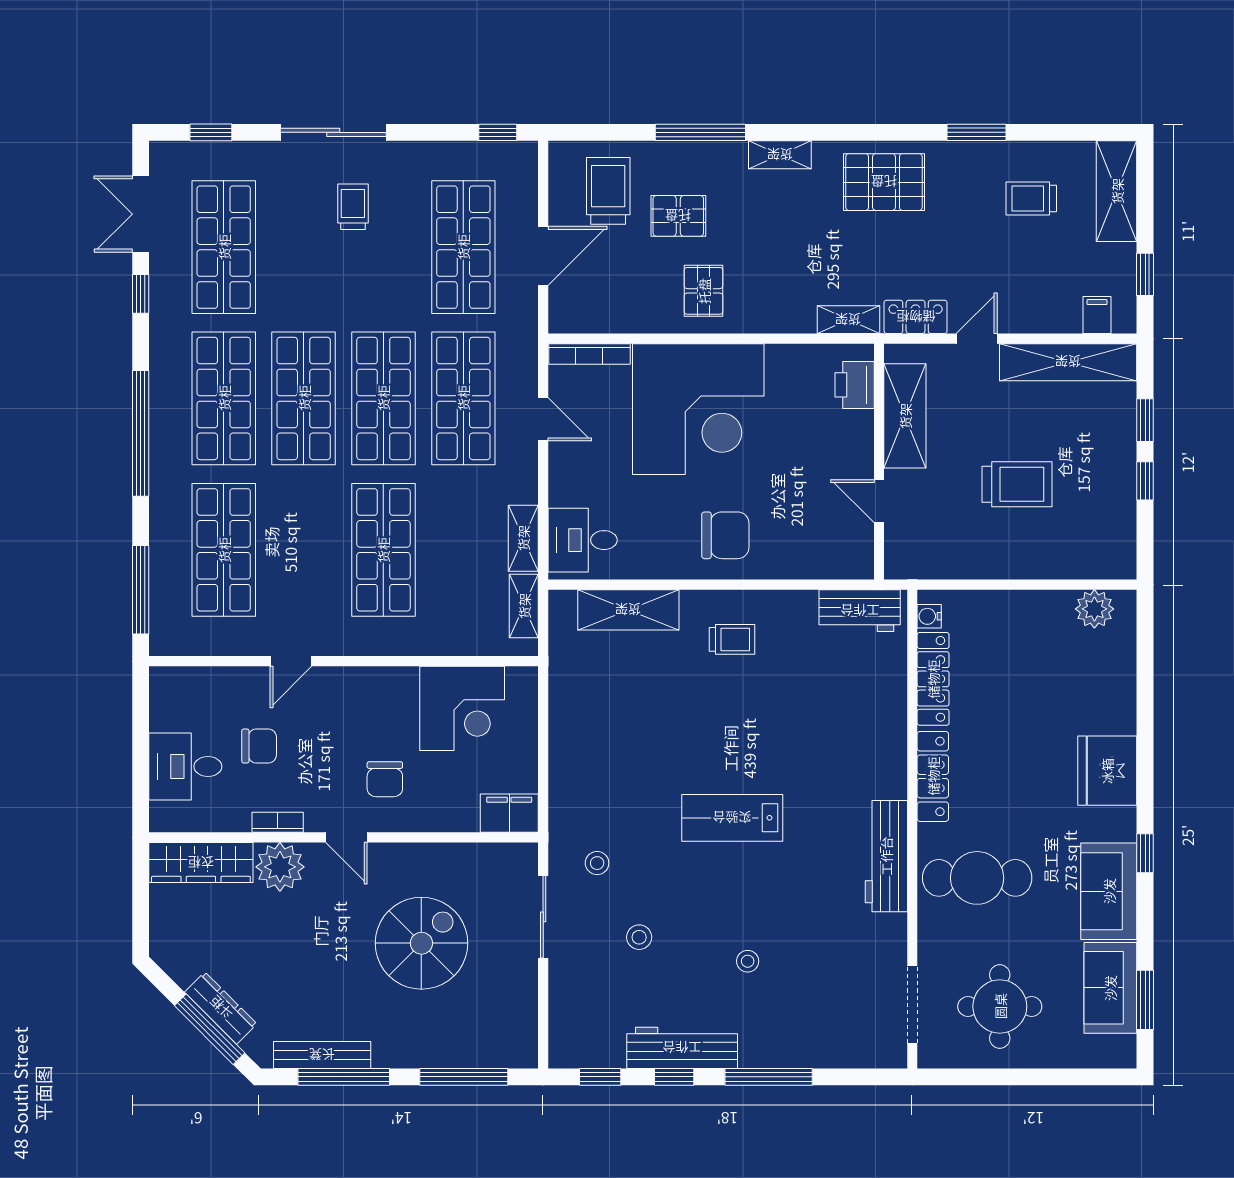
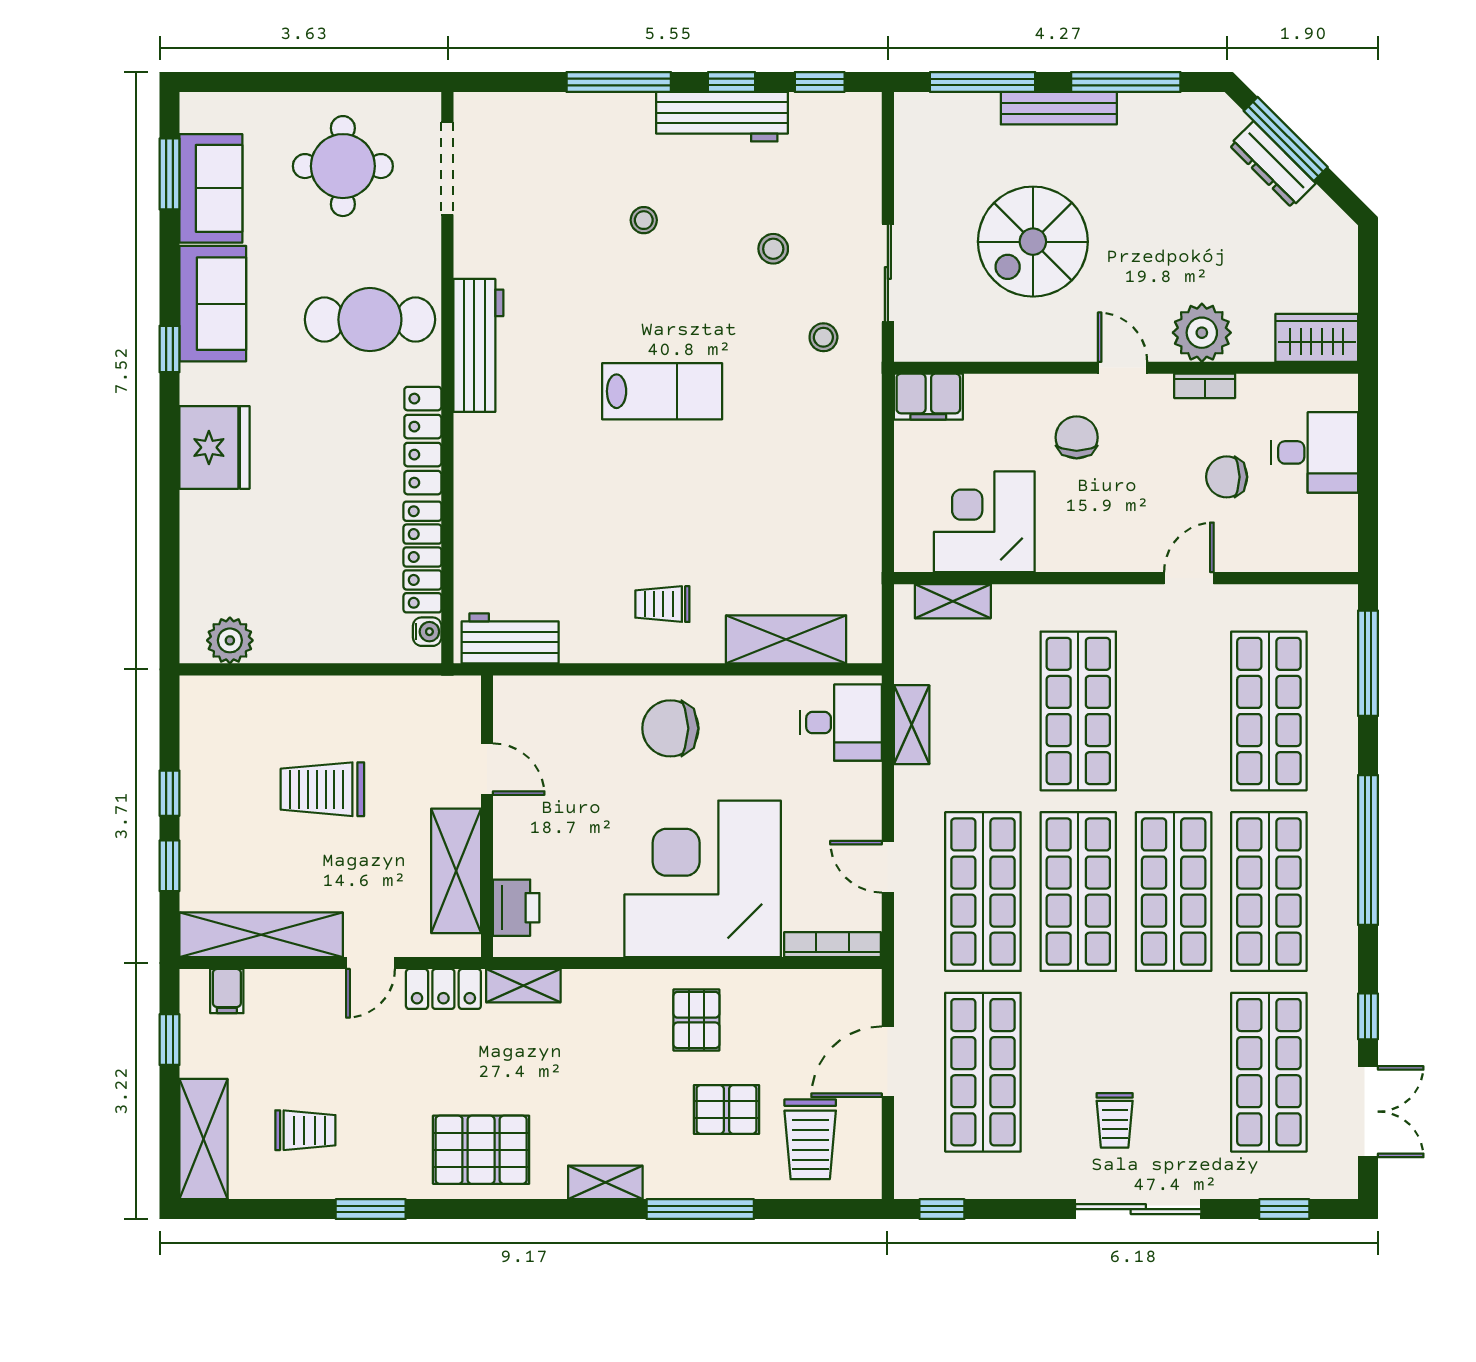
shelving: (524, 606) -> (953, 601), moved, turned 90
wardrobe: (201, 863) -> (1317, 338), width x0.67
bench: (322, 1055) -> (1059, 108), moved

